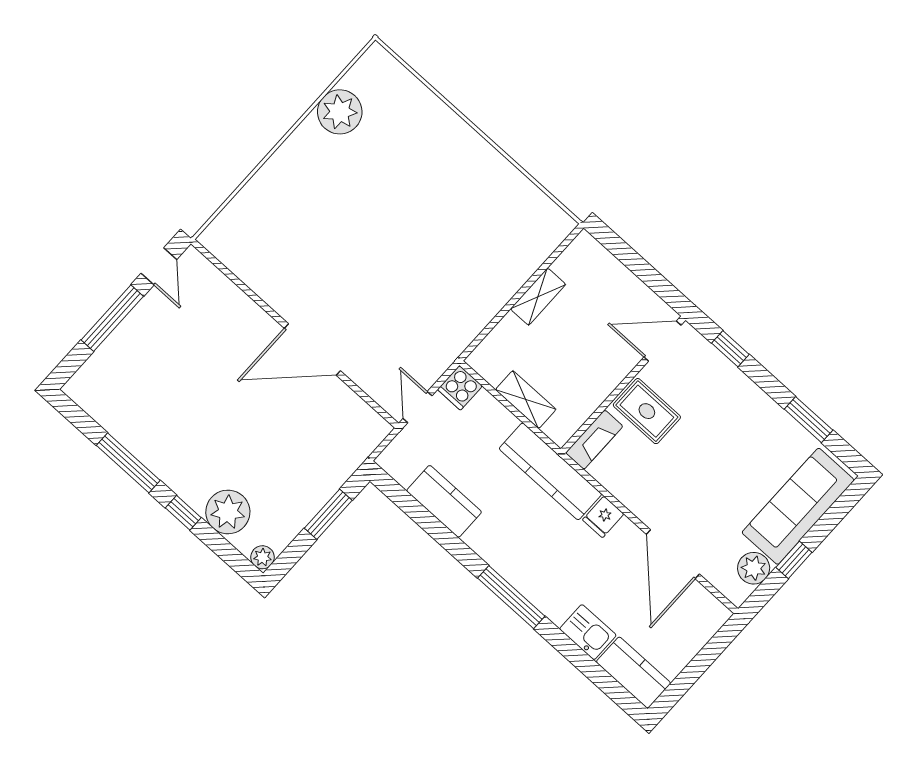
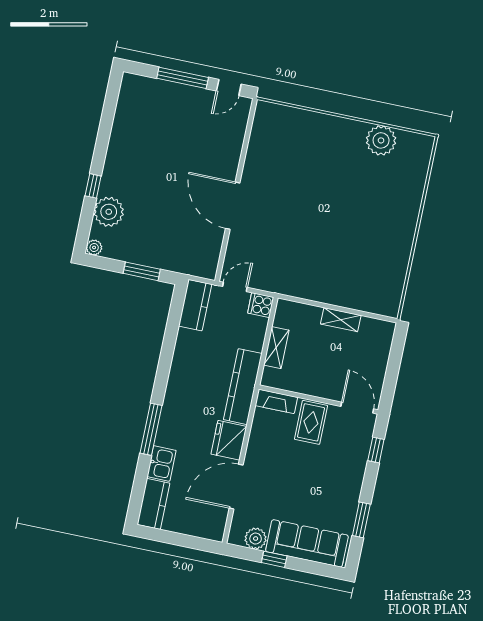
window: (128, 463) -> (103, 137), removed
kitchen counter: (444, 501) -> (195, 305), moved
fridge: (603, 517) -> (229, 440), width x1.88, depth x1.34
window: (511, 597) -> (151, 429), moved

